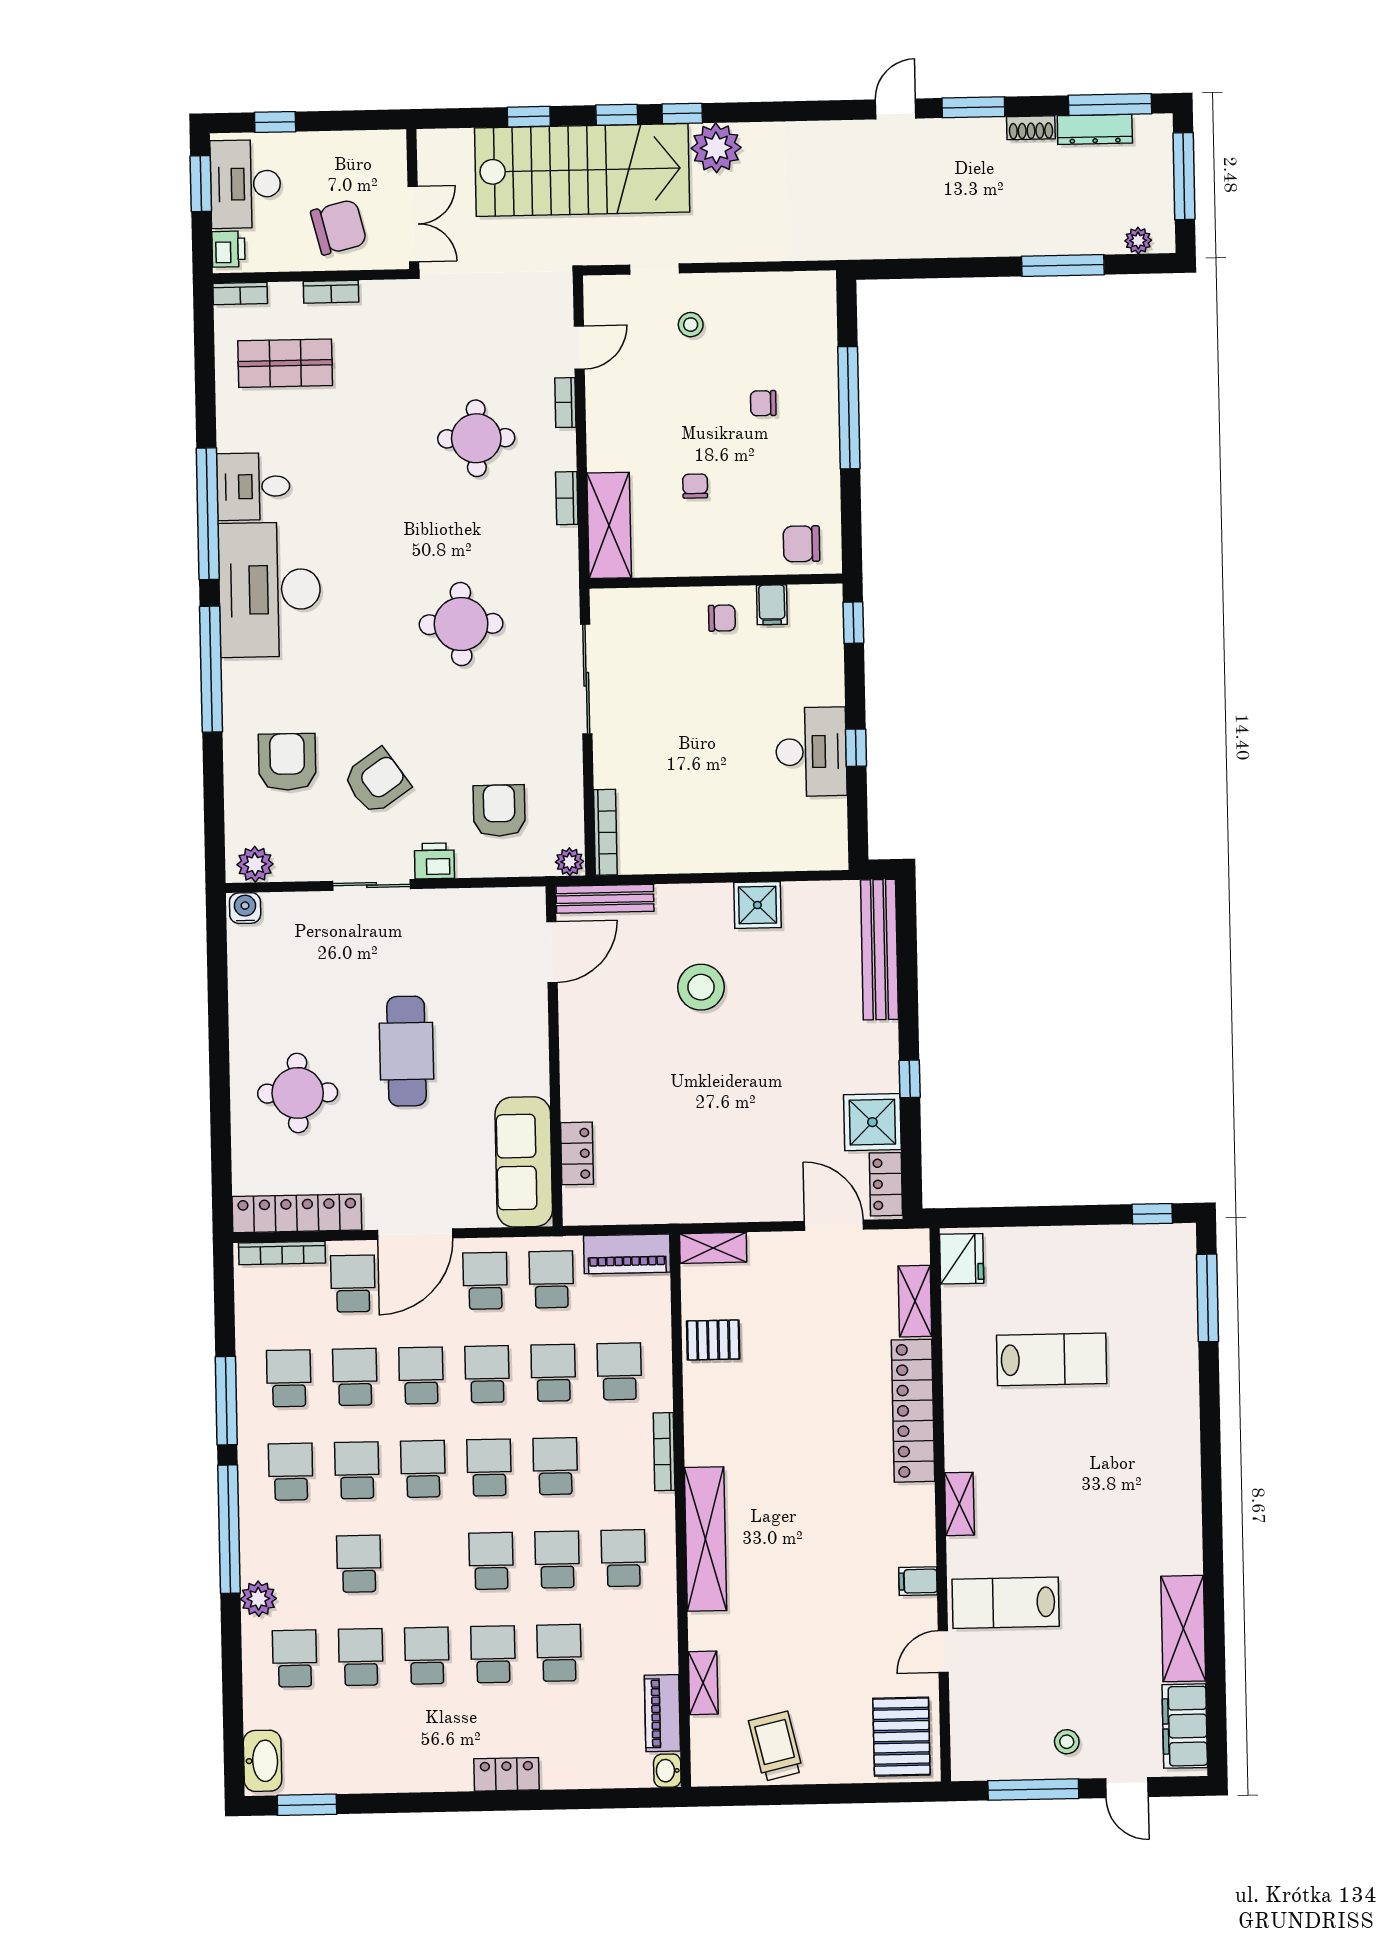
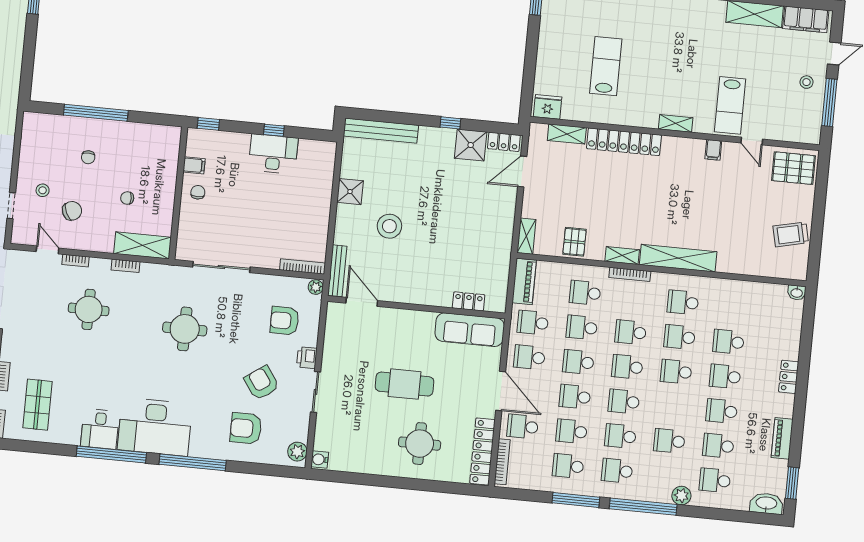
chair: (801, 544) -> (72, 211), moved, turned -115
shelving: (703, 1683) -> (622, 256), moved
piano: (662, 1713) -> (782, 438), moved, turned 90

